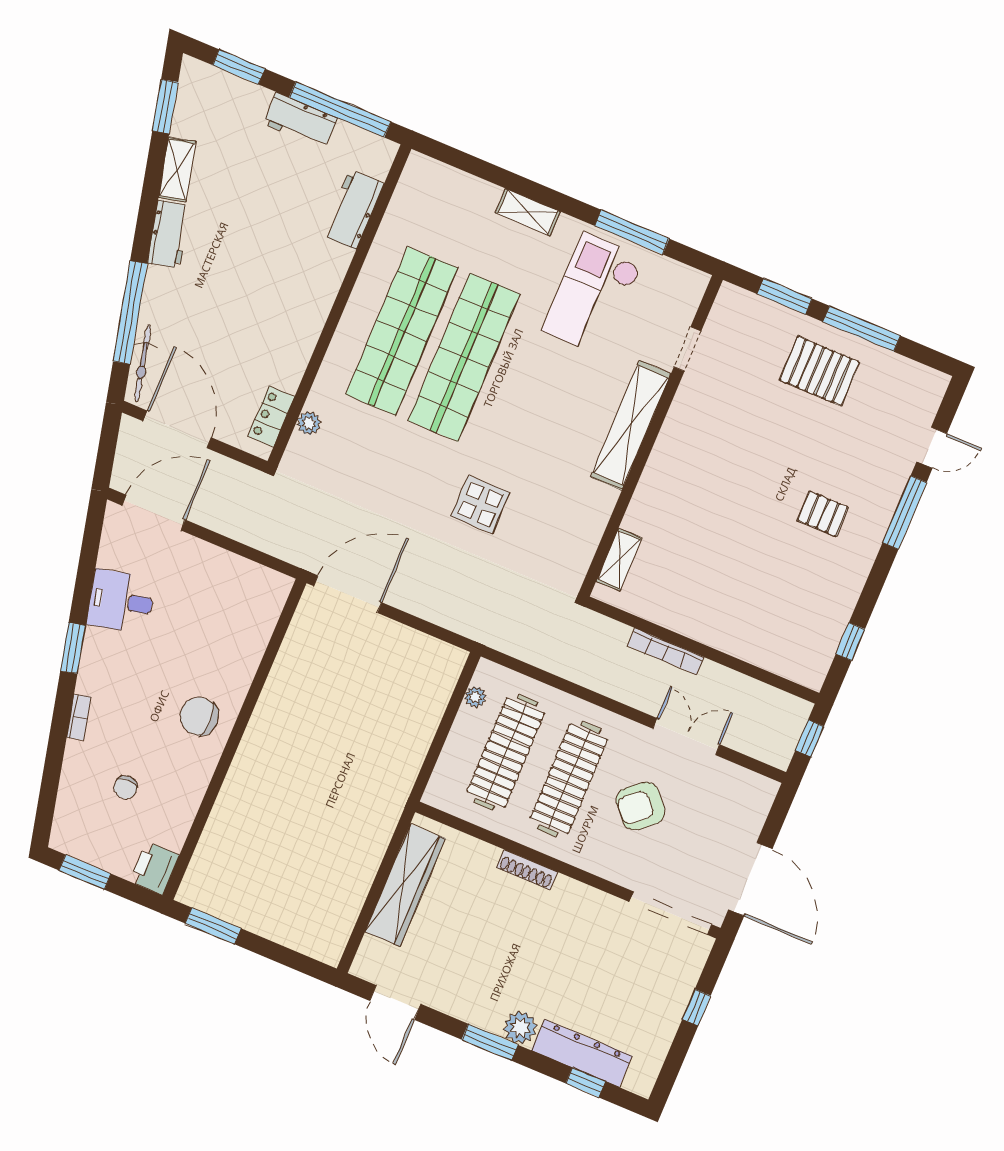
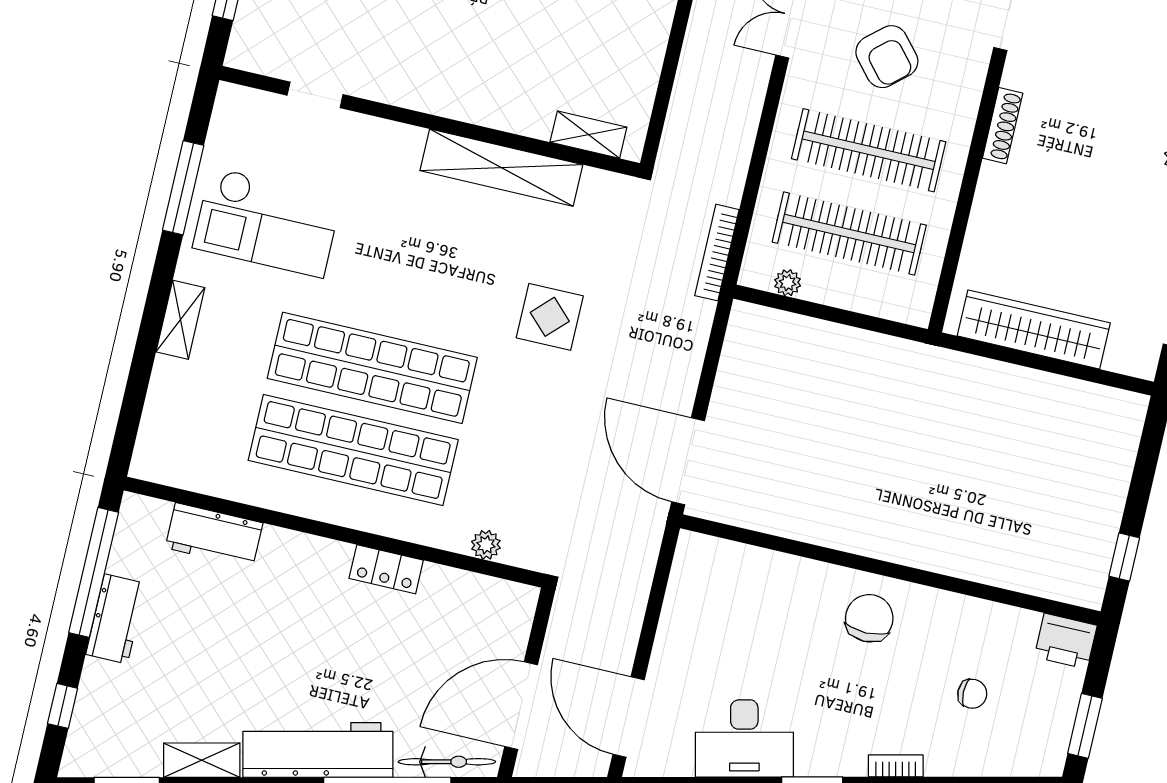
window: (239, 67) -> (63, 706), width x0.67
workbench: (169, 234) -> (318, 750), width x1.88, depth x1.32
locker: (271, 417) -> (386, 569), moved
shelving: (631, 425) -> (501, 168), moved
desk: (121, 601) -> (744, 738), width x1.37
bookcase: (666, 651) -> (717, 253), moved, turned 180
chair: (199, 716) -> (869, 618), turned 180
shoe rack: (527, 870) -> (1003, 126), moved
window: (213, 926) -> (1124, 557), width x0.67

